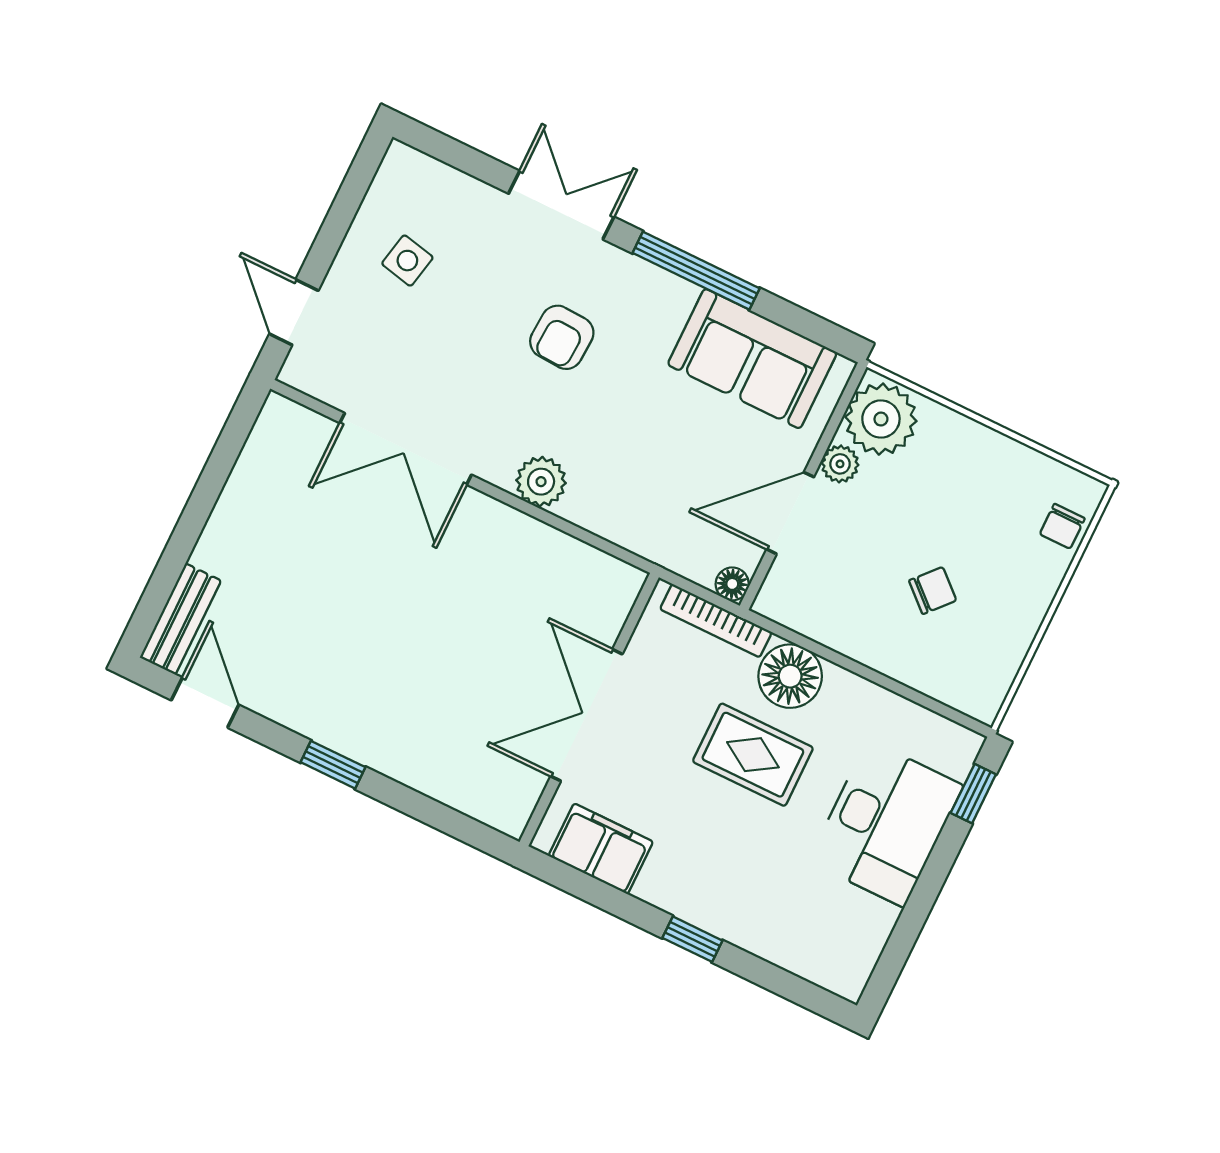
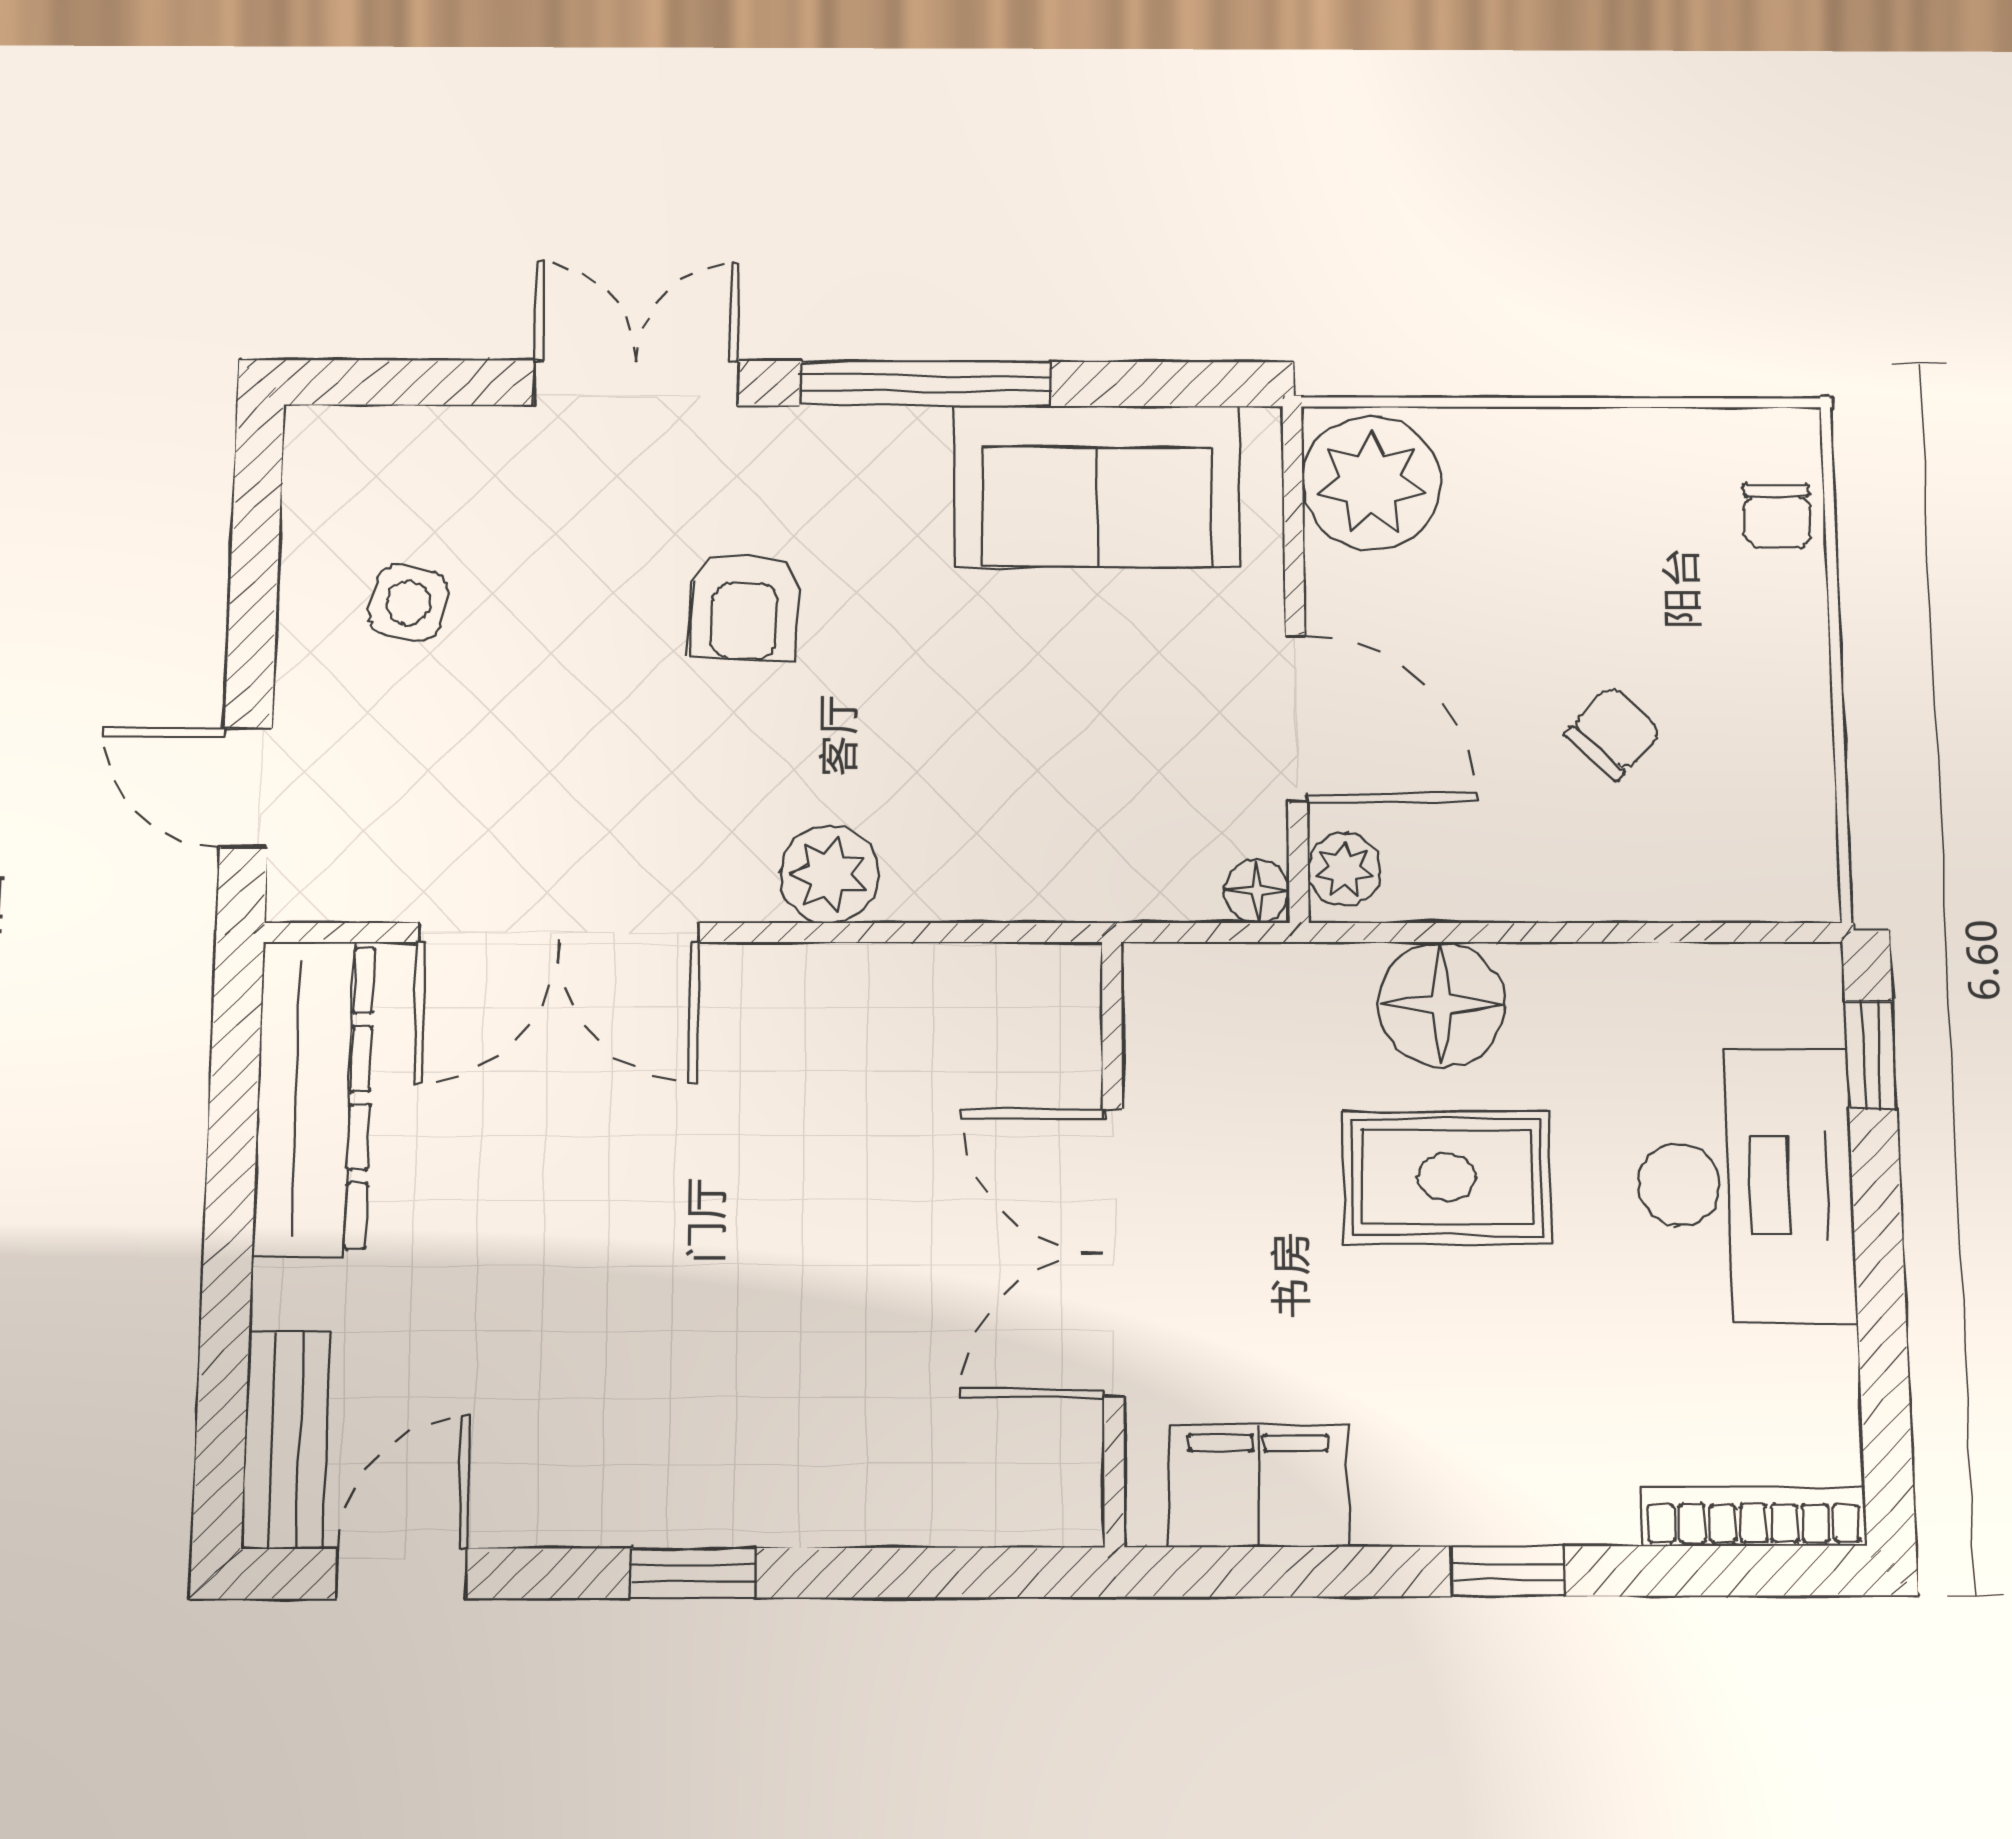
plant: (840, 464) -> (1344, 870), moved
dresser: (261, 471) -> (314, 1098), added
door: (790, 513) -> (1296, 718), swing flipped
bookcase: (716, 621) -> (1754, 1516), moved, turned 180
door: (205, 703) -> (401, 1574), hinge flipped

